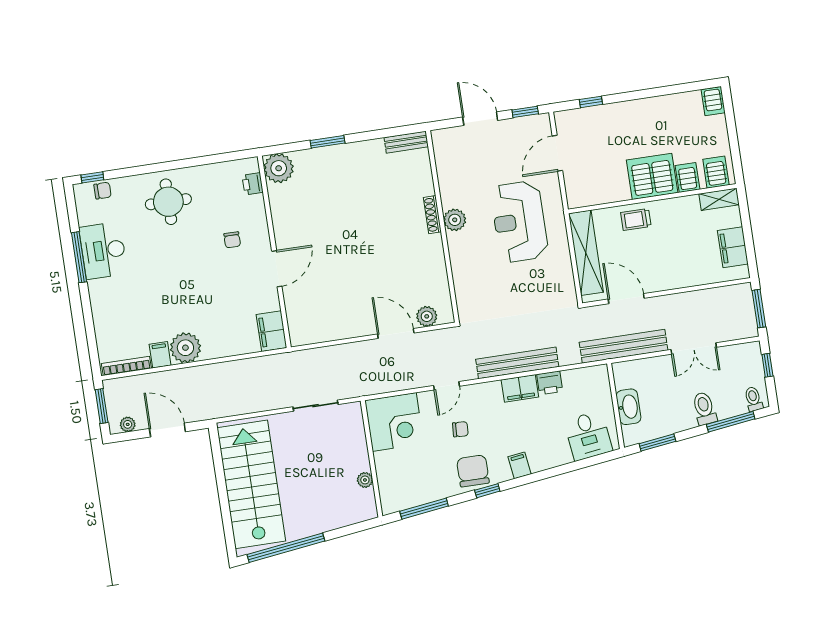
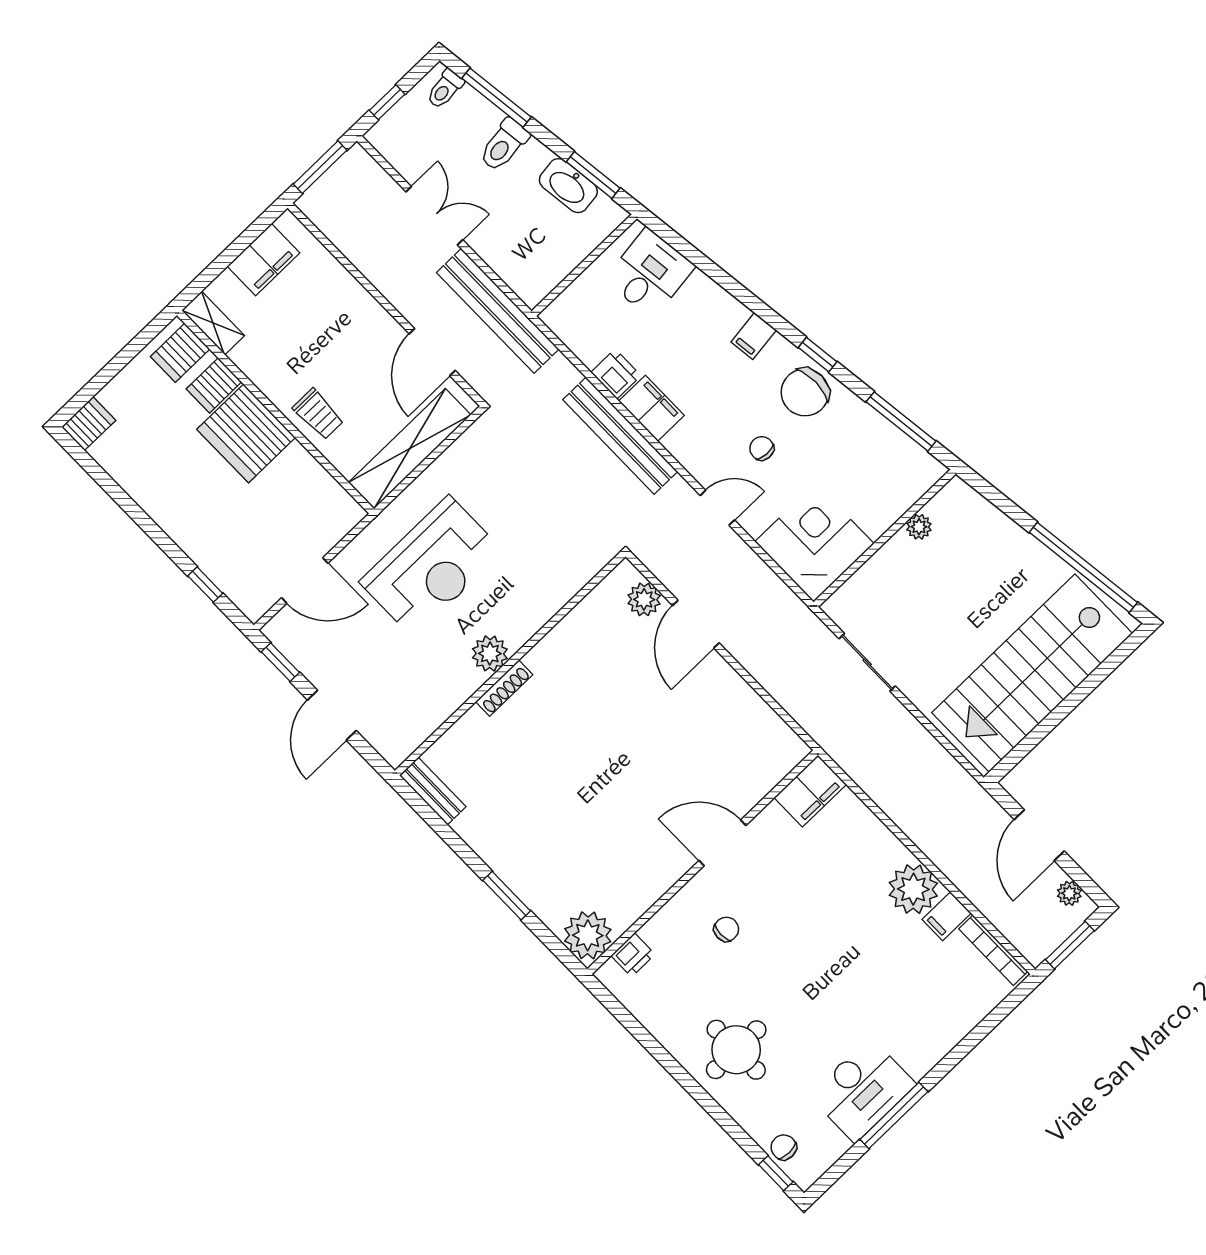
washbasin: (629, 407) -> (568, 186), moved, turned -97

